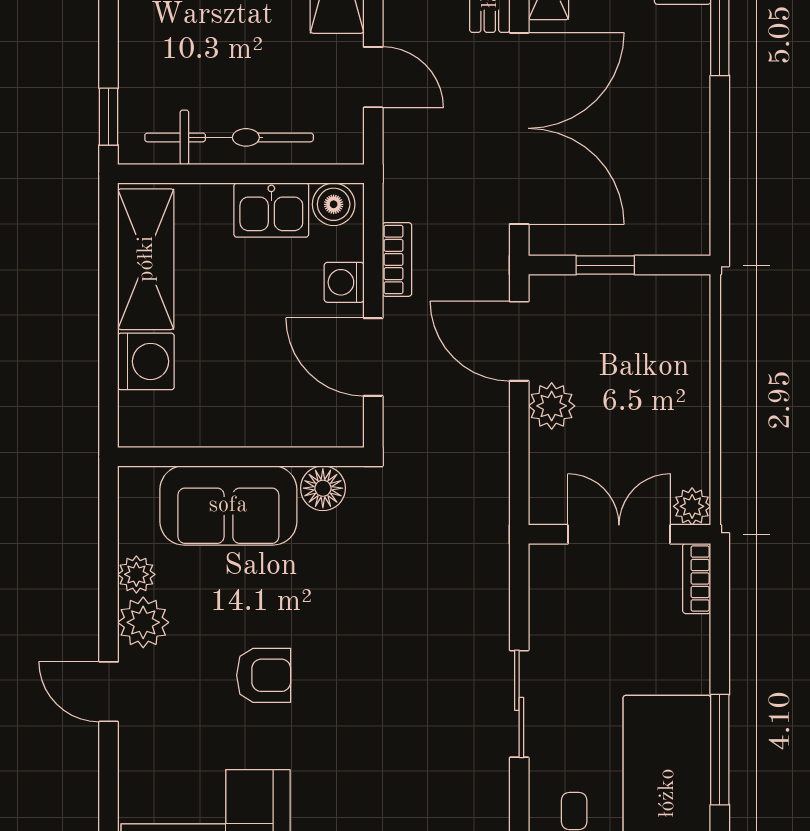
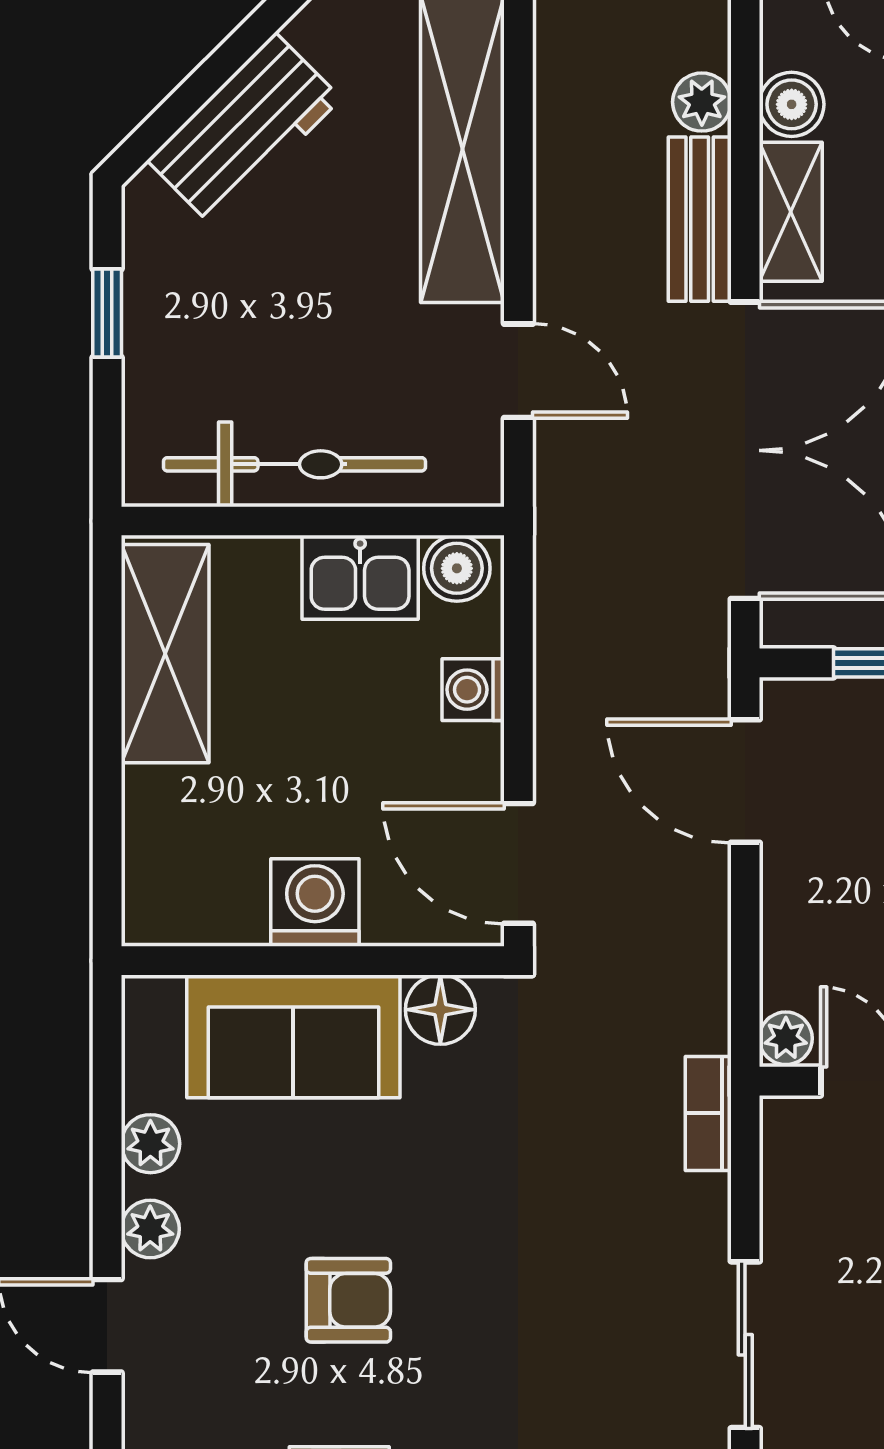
window: (109, 117) -> (107, 313), moved
bookcase: (397, 259) -> (708, 1113), moved, turned 180
door: (373, 357) -> (518, 863), moved
washing machine: (146, 361) -> (315, 902), moved, turned -90
plant: (552, 406) -> (786, 1038), moved, width x0.73, depth x0.73
plant: (143, 622) -> (150, 1229), width x0.73, depth x0.73

